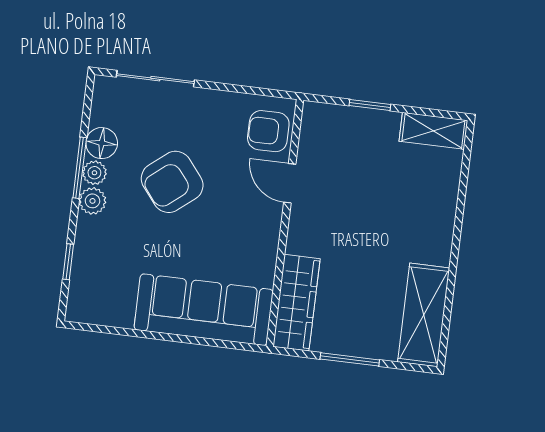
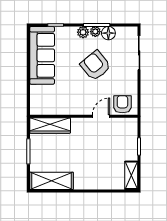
sofa: (204, 310) -> (42, 55), moved

